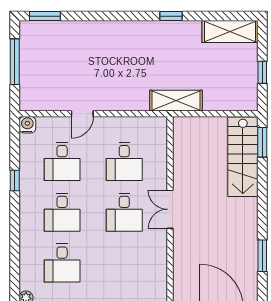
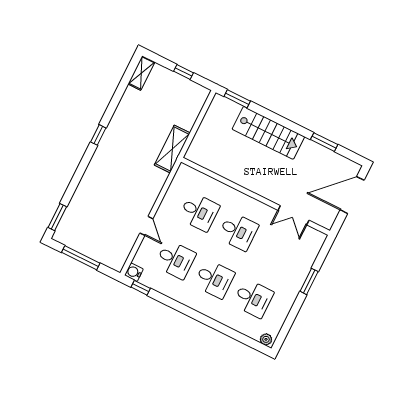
window: (171, 16) -> (98, 135), moved
shelving: (230, 32) -> (141, 73), width x0.67, depth x0.75
stairs: (243, 157) -> (268, 133), moved
window: (15, 181) -> (141, 288), moved
double door: (170, 209) -> (293, 215), moved

